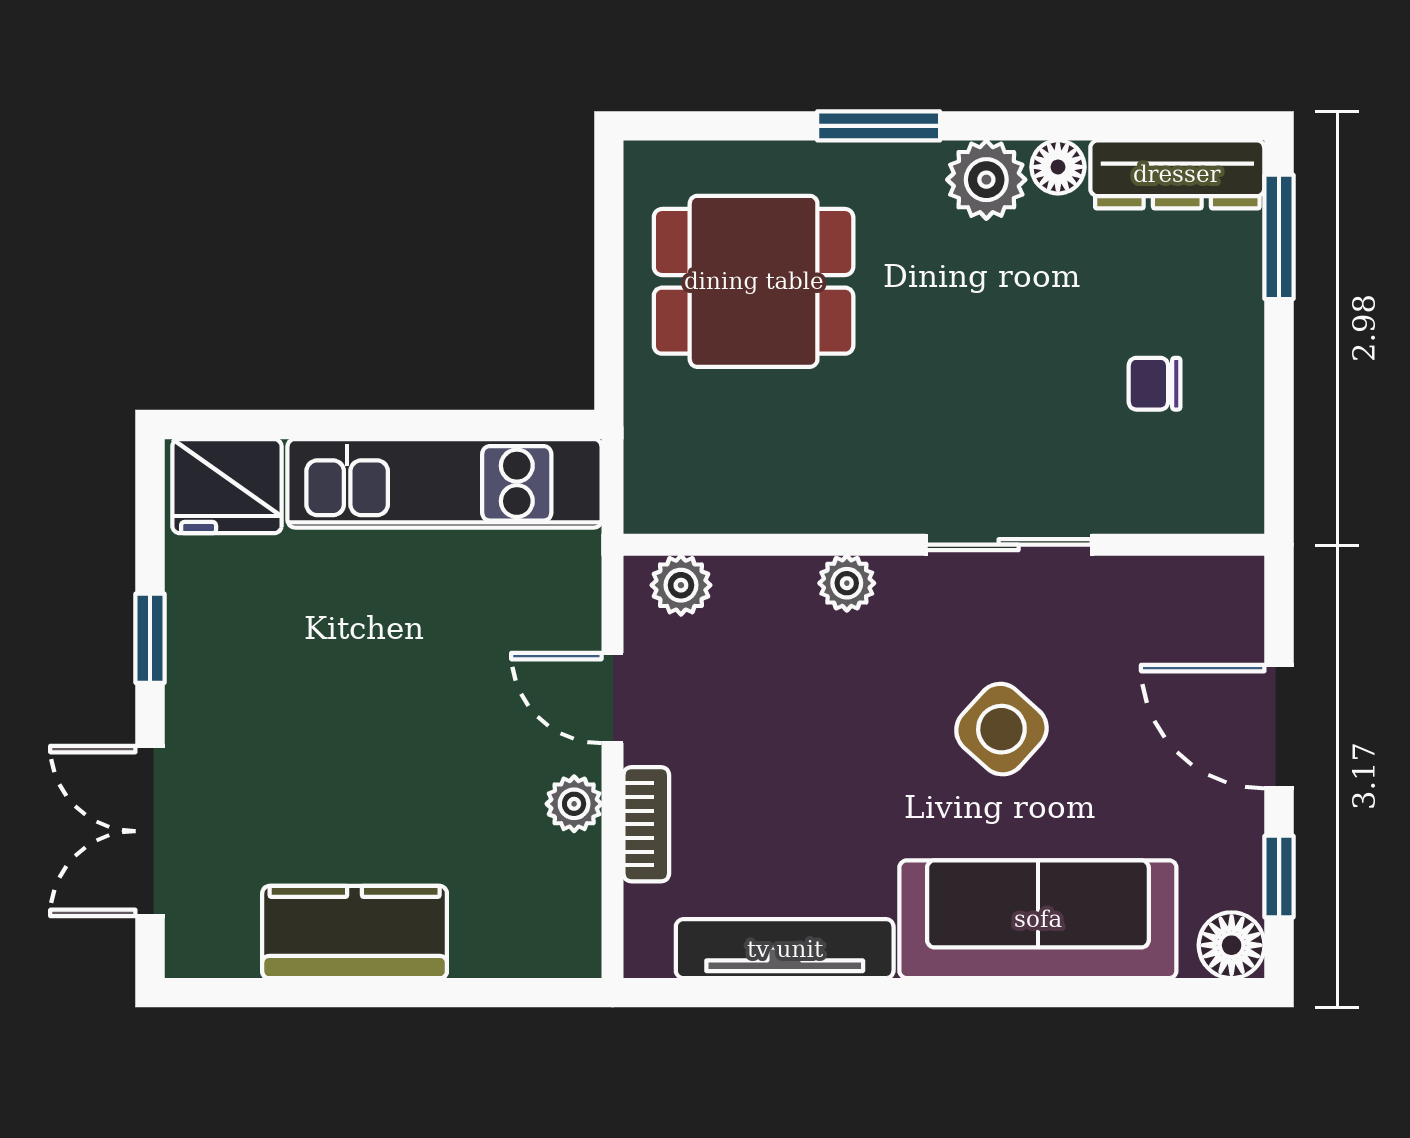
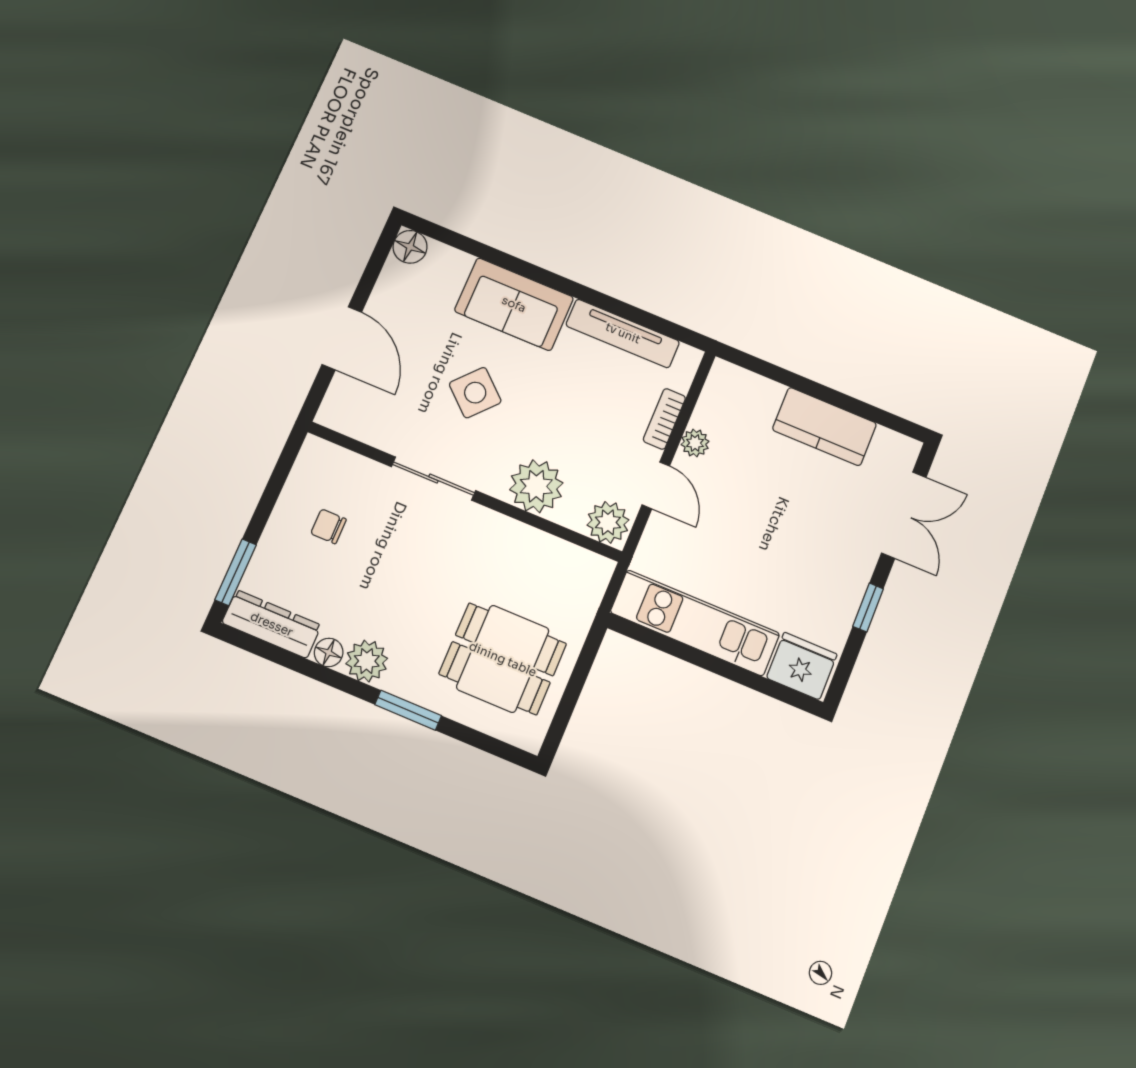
chair: (1155, 384) -> (328, 526), turned 180
plant: (847, 583) -> (536, 486), width x1.87, depth x1.87
plant: (681, 585) -> (608, 522), width x1.38, depth x1.38
window: (1279, 877) -> (373, 269), removed
sofa: (1038, 919) -> (514, 304), width x0.73

